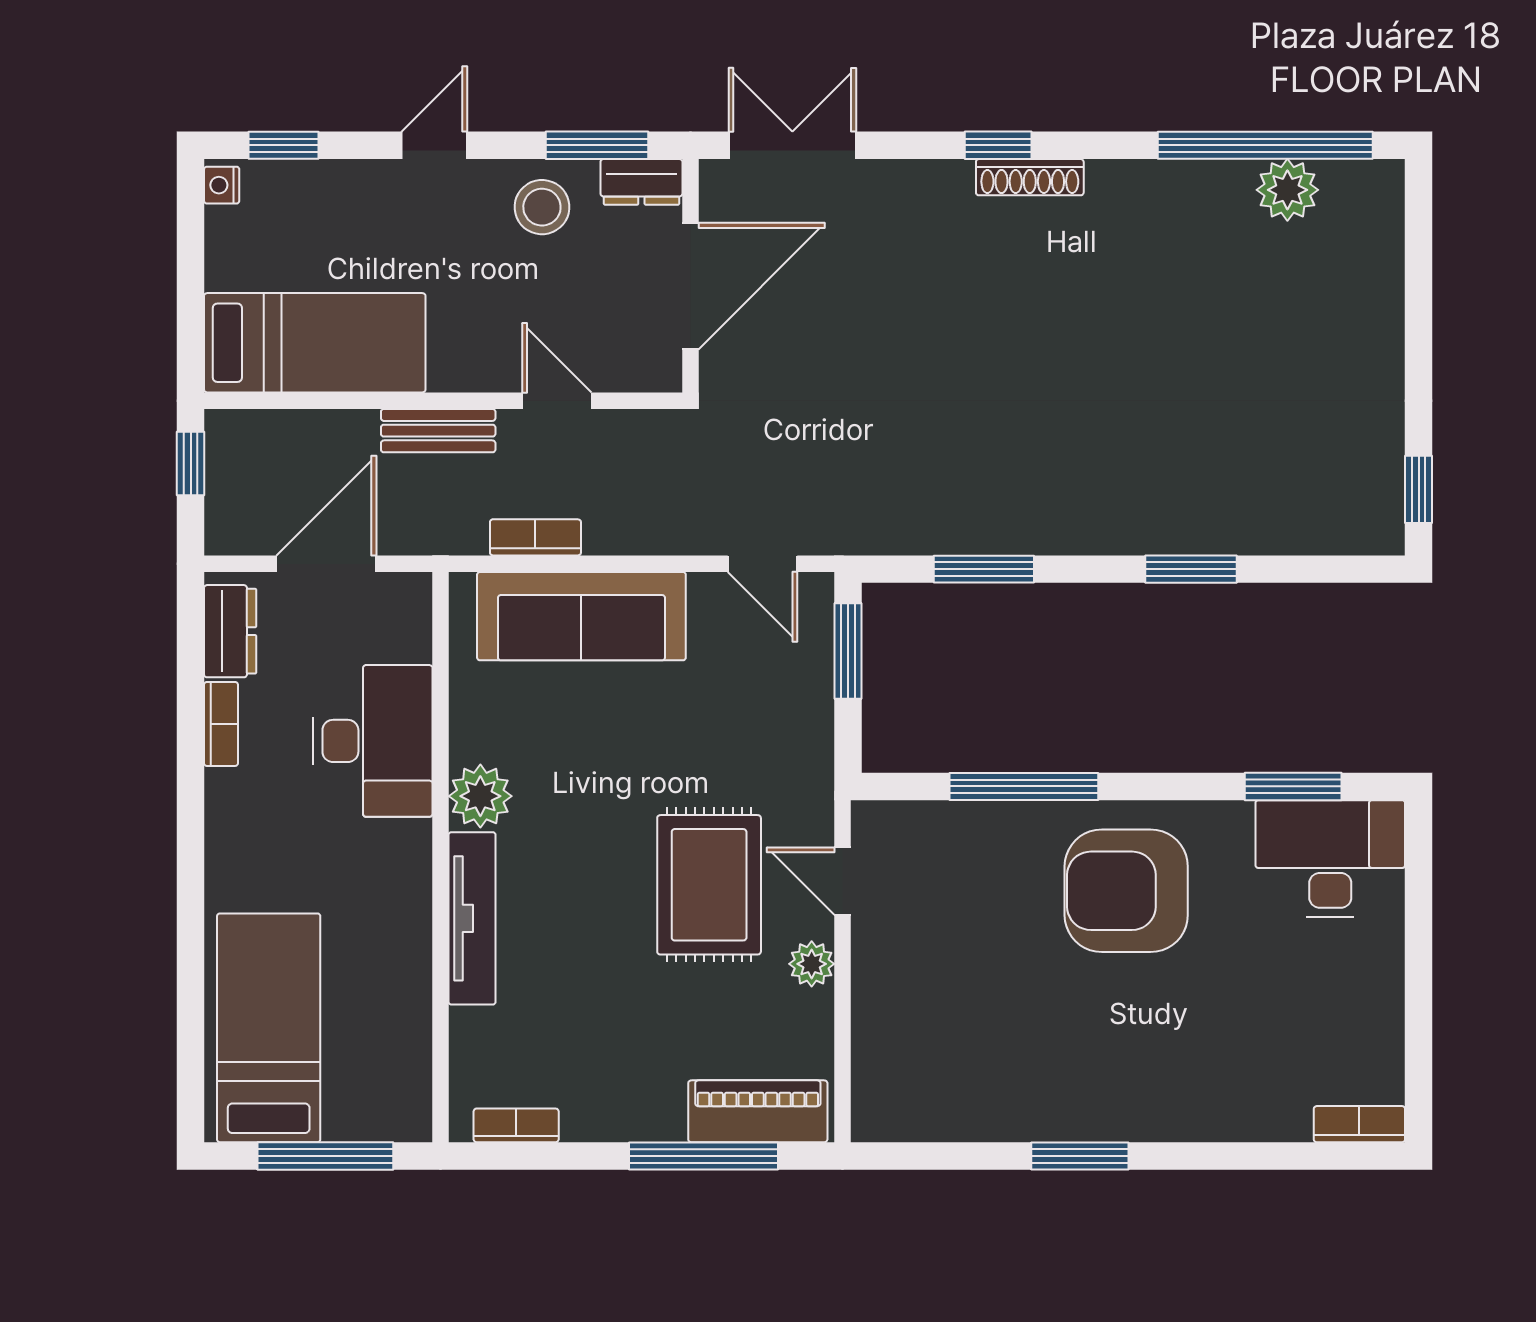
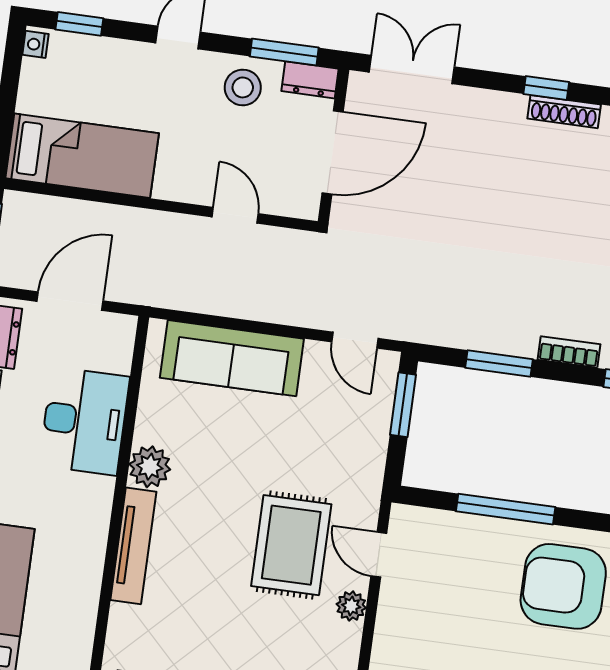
bench: (438, 431) -> (155, 224), removed
bookcase: (535, 537) -> (569, 352), moved

